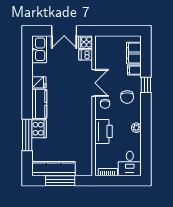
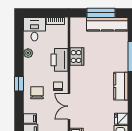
fridge: (39, 82) -> (121, 119), moved
window: (146, 85) -> (19, 84), moved
plant: (136, 128) -> (28, 53), moved
cooker: (39, 129) -> (77, 57), moved, turned 180

